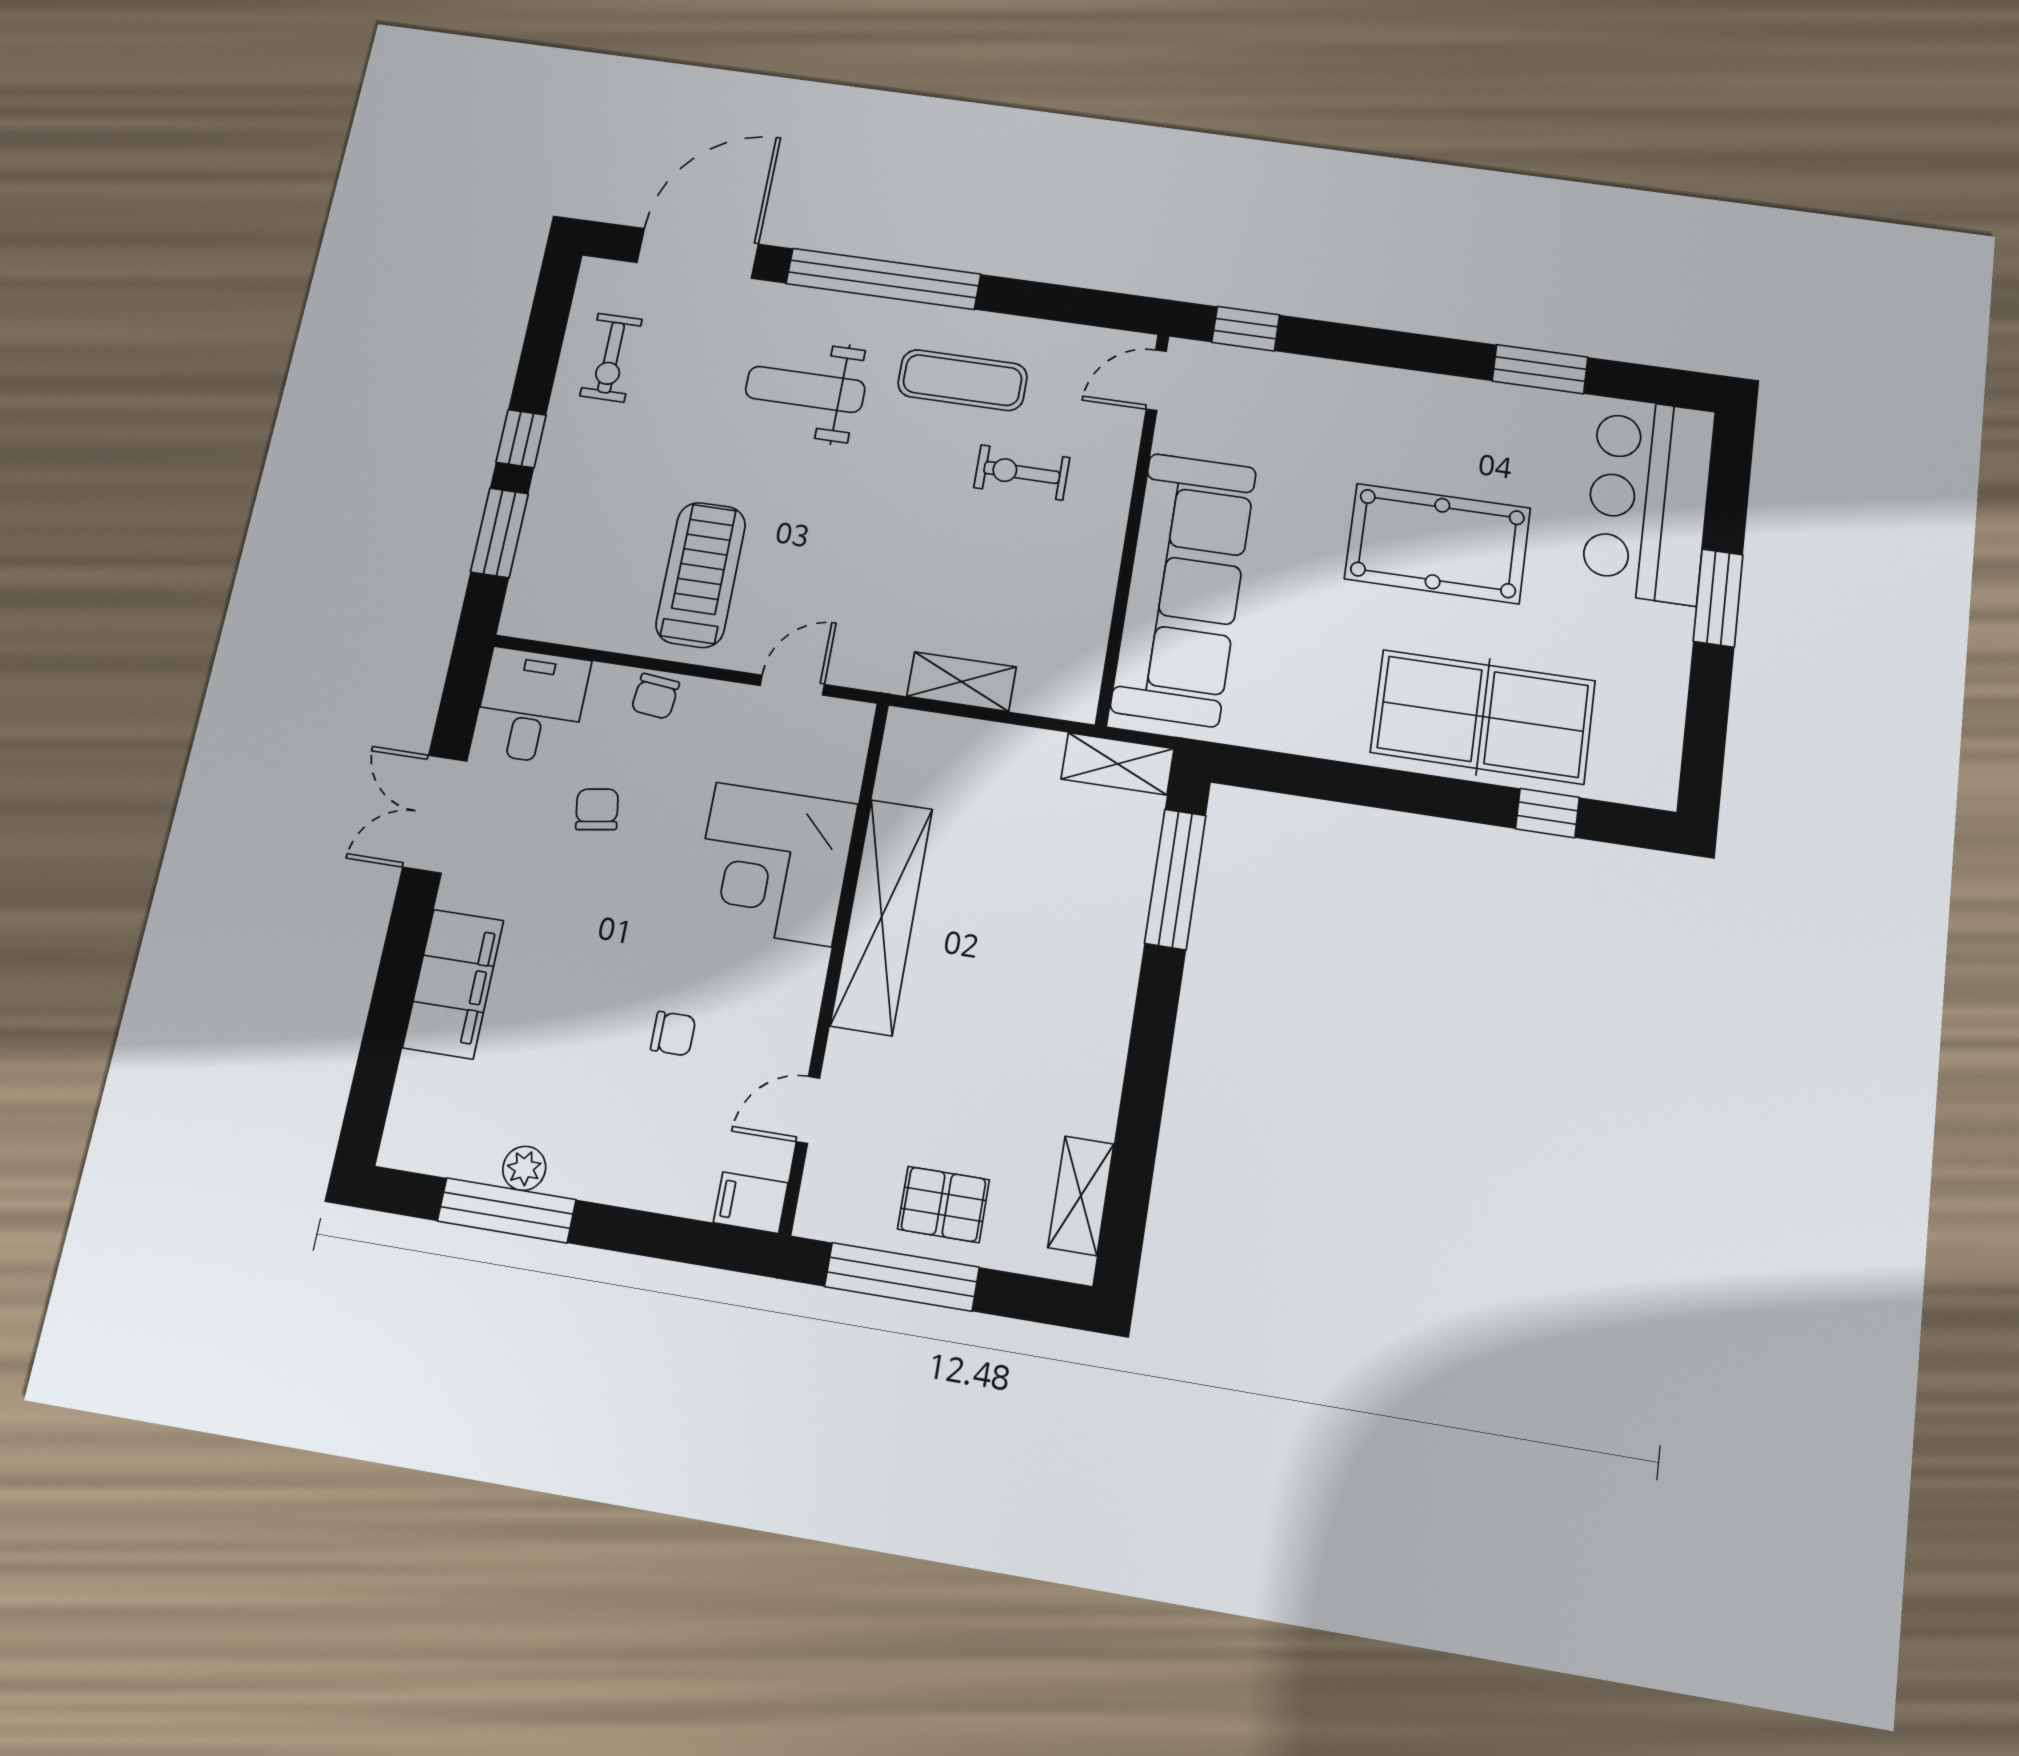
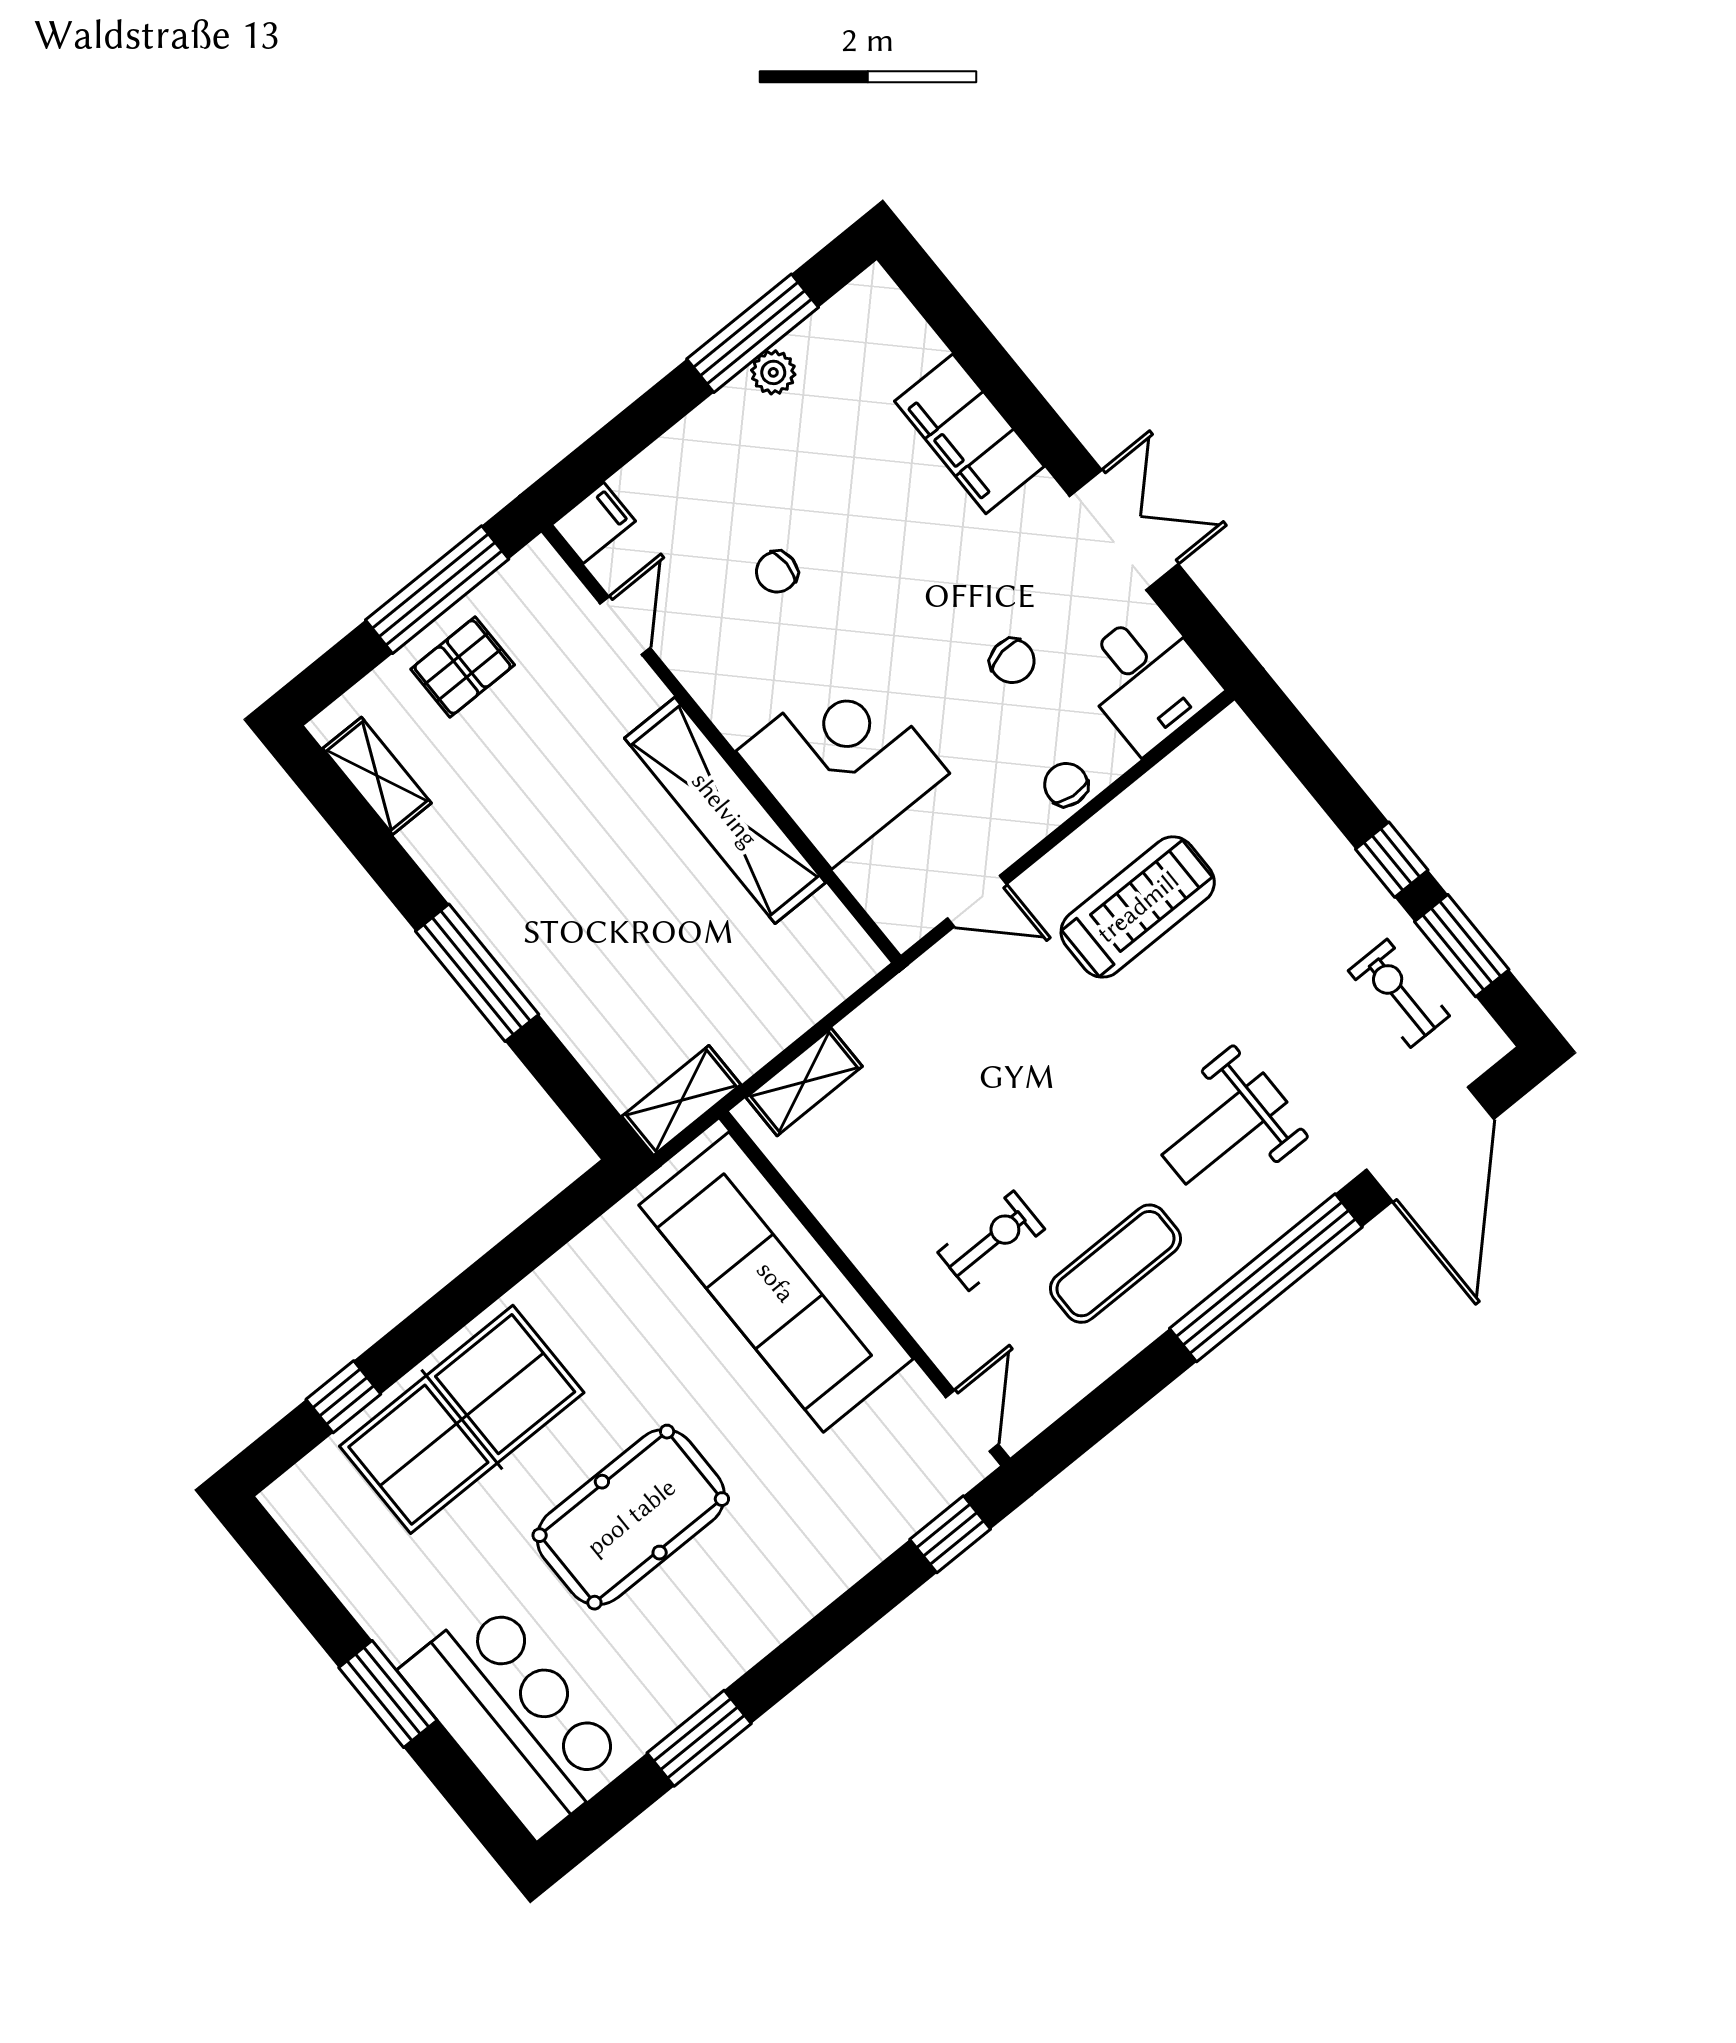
weight bench: (805, 389) -> (1224, 1128), turned 180
window: (500, 533) -> (1462, 946), moved
treadmill: (701, 575) -> (1138, 907), turned -90
shelving: (962, 682) -> (804, 1082), moved
door: (792, 685) -> (977, 901), hinge flipped
window: (1175, 879) -> (477, 973), moved

